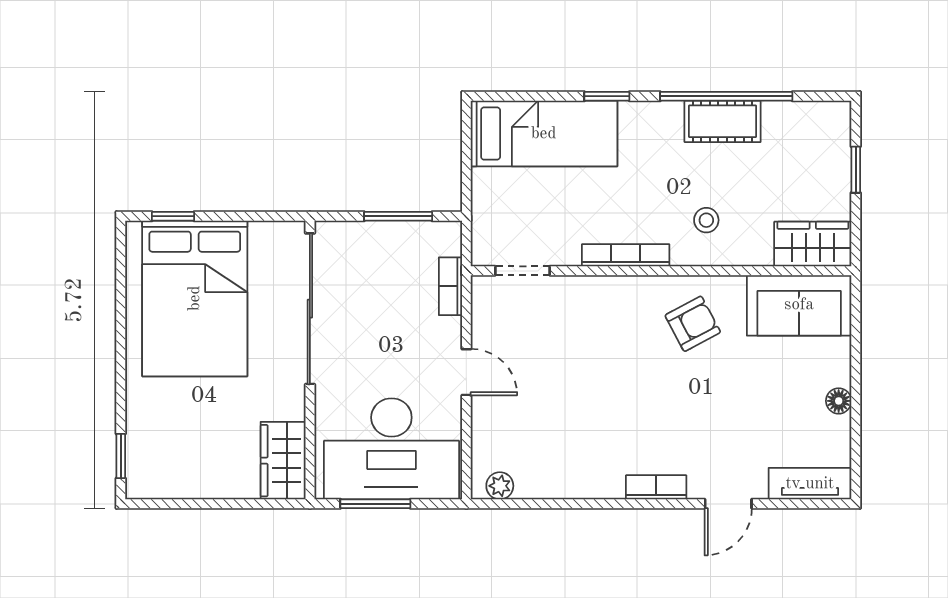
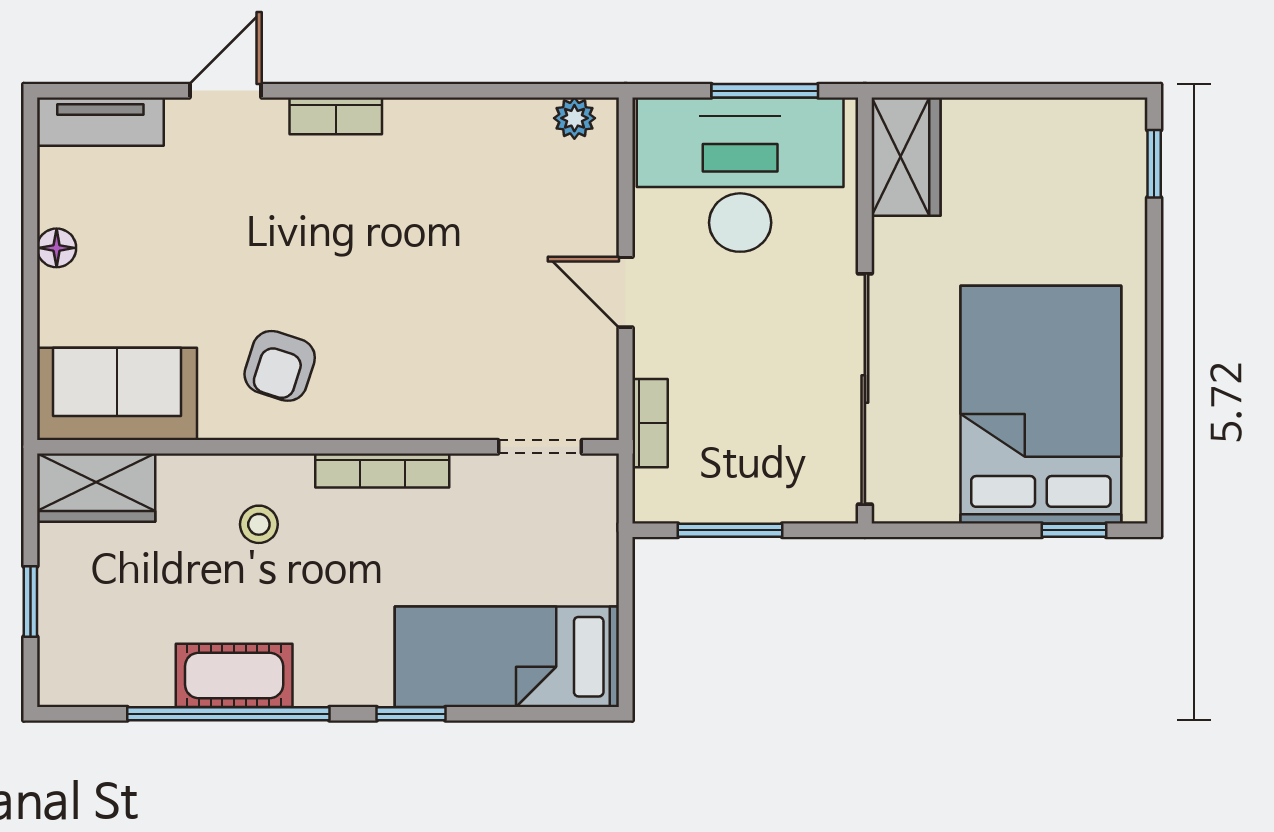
armchair: (693, 324) -> (280, 366), turned -44

